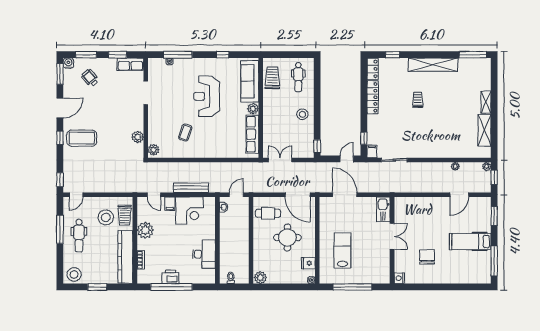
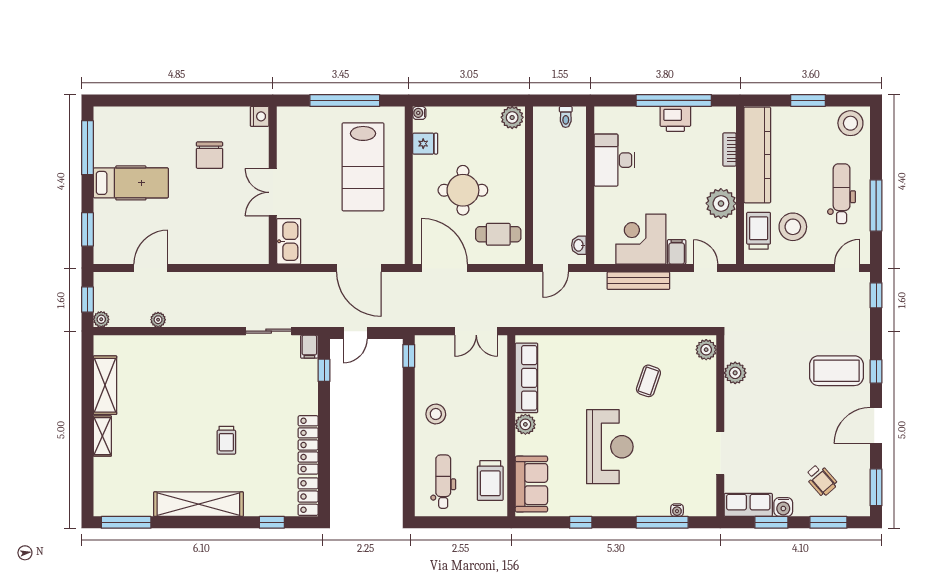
water cooler: (68, 63) -> (783, 507), moved
sofa: (250, 81) -> (531, 484), width x0.73
lab bench: (342, 250) -> (363, 167), width x1.36, depth x1.39

